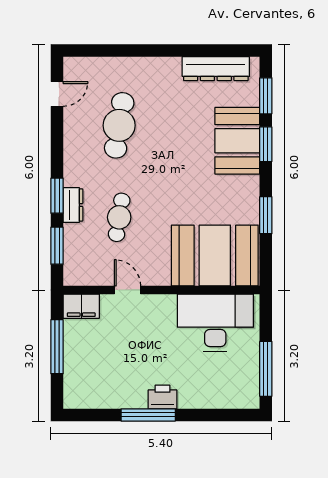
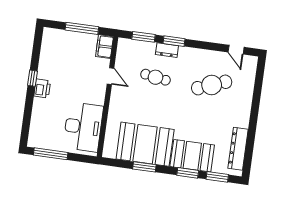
cafe table: (119, 125) -> (212, 85), turned -30
booth: (215, 256) -> (145, 144), moved, turned 90
door: (127, 290) -> (110, 76), hinge flipped
window: (148, 415) -> (32, 78), width x0.46

